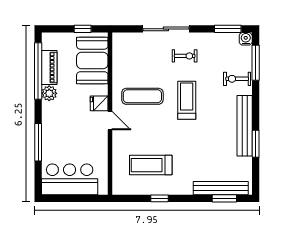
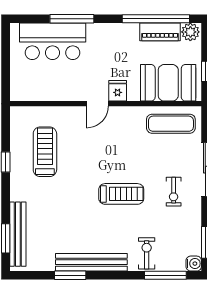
plant: (49, 93) -> (190, 32), moved
exercise mat: (142, 96) -> (171, 124), moved, turned 90
bar counter: (70, 179) -> (53, 41), moved, turned 90

